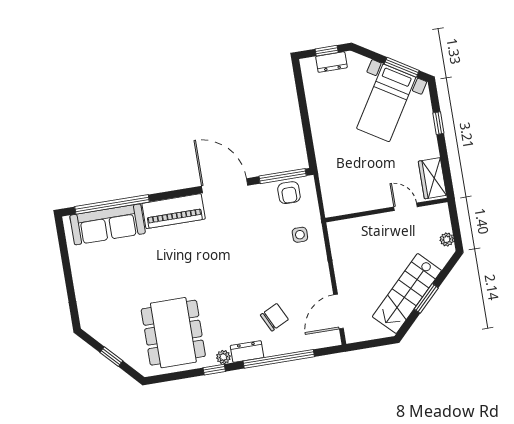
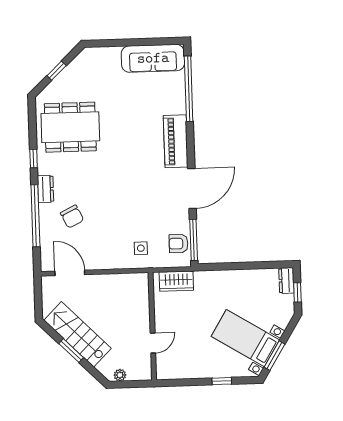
dresser: (331, 62) -> (286, 281), moved
wardrobe: (432, 178) -> (176, 281), moved, turned 180
sofa: (108, 224) -> (153, 58), moved, turned -90
plant: (223, 357) -> (43, 168), removed

